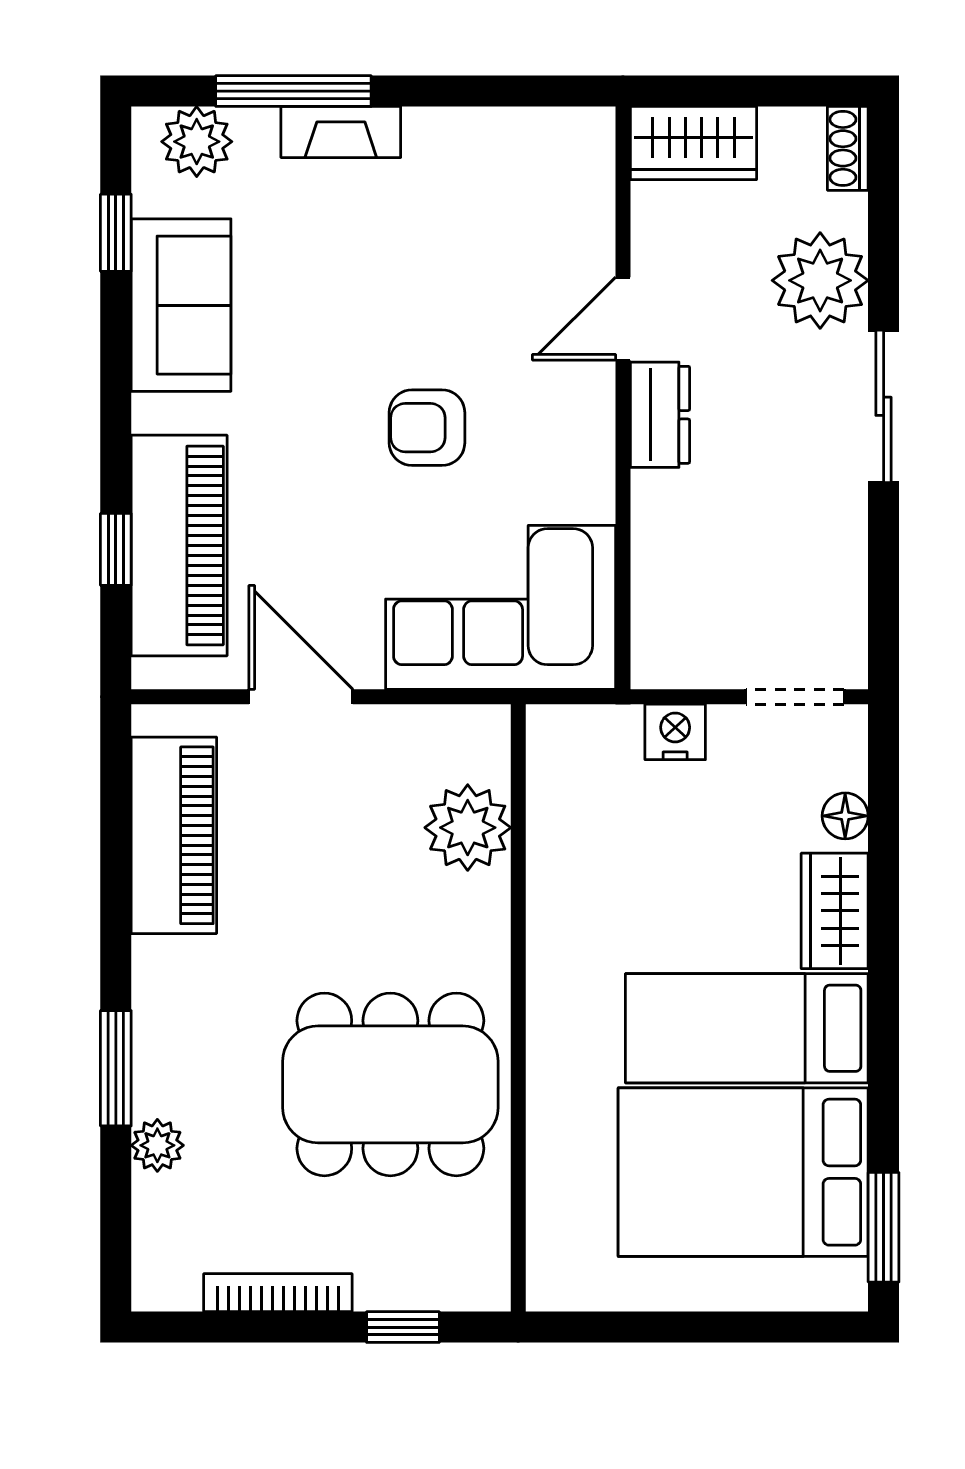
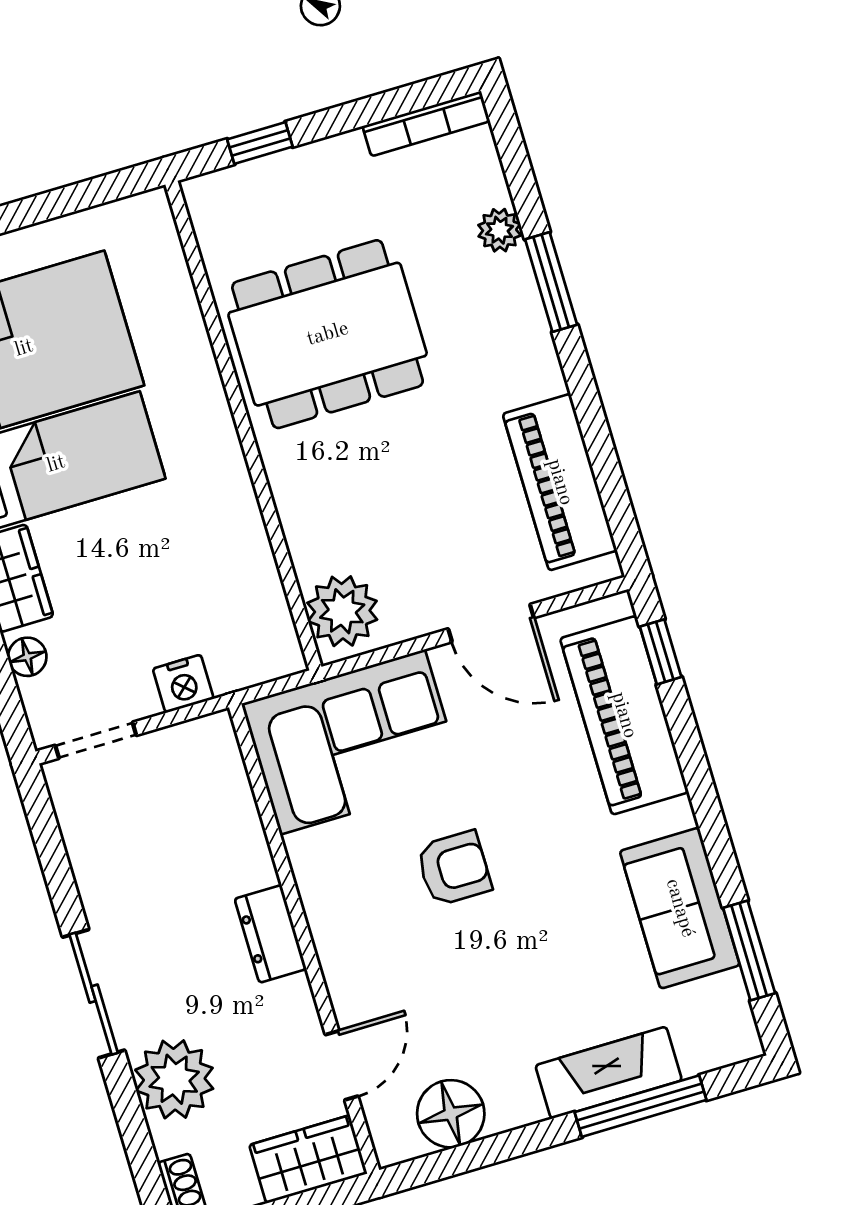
fireplace: (341, 132) -> (609, 1073), width x1.37, depth x1.32
plant: (197, 142) -> (706, 1043), removed
floor lamp: (514, 147) -> (451, 1114), added
window: (116, 233) -> (749, 951), width x1.50
door: (623, 319) -> (342, 1065), moved
window: (116, 549) -> (661, 652), moved
plant: (468, 828) -> (342, 611), moved
bookcase: (278, 1293) -> (426, 124), moved

